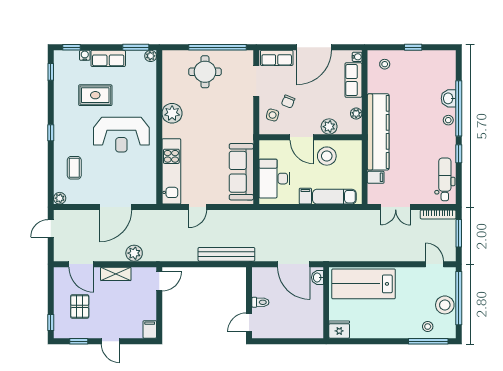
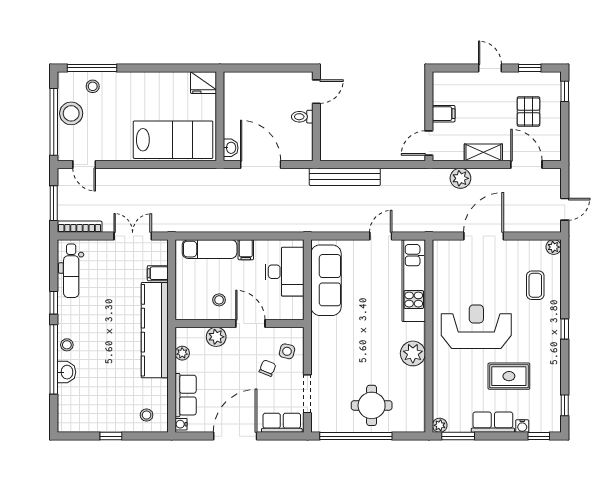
stool: (327, 156) -> (219, 300), width x0.53, depth x0.53
filing cabinet: (150, 329) -> (444, 114), moved, turned -90

